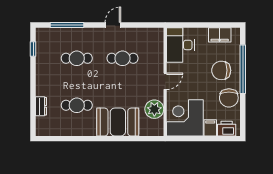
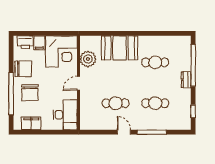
window: (67, 25) -> (152, 132), moved
door: (113, 25) -> (124, 132), swing flipped
chair: (221, 70) -> (30, 93), turned 90
chair: (229, 98) -> (23, 69), turned 90
window: (33, 102) -> (193, 65), added
dresser: (41, 106) -> (186, 80), moved

